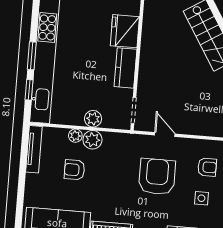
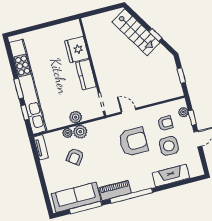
tv unit: (34, 149) -> (41, 147), width x0.71
armchair: (74, 170) -> (75, 157), turned -53
armchair: (157, 177) -> (133, 142), turned 90
side table: (201, 198) -> (169, 146), width x1.87, depth x1.87

